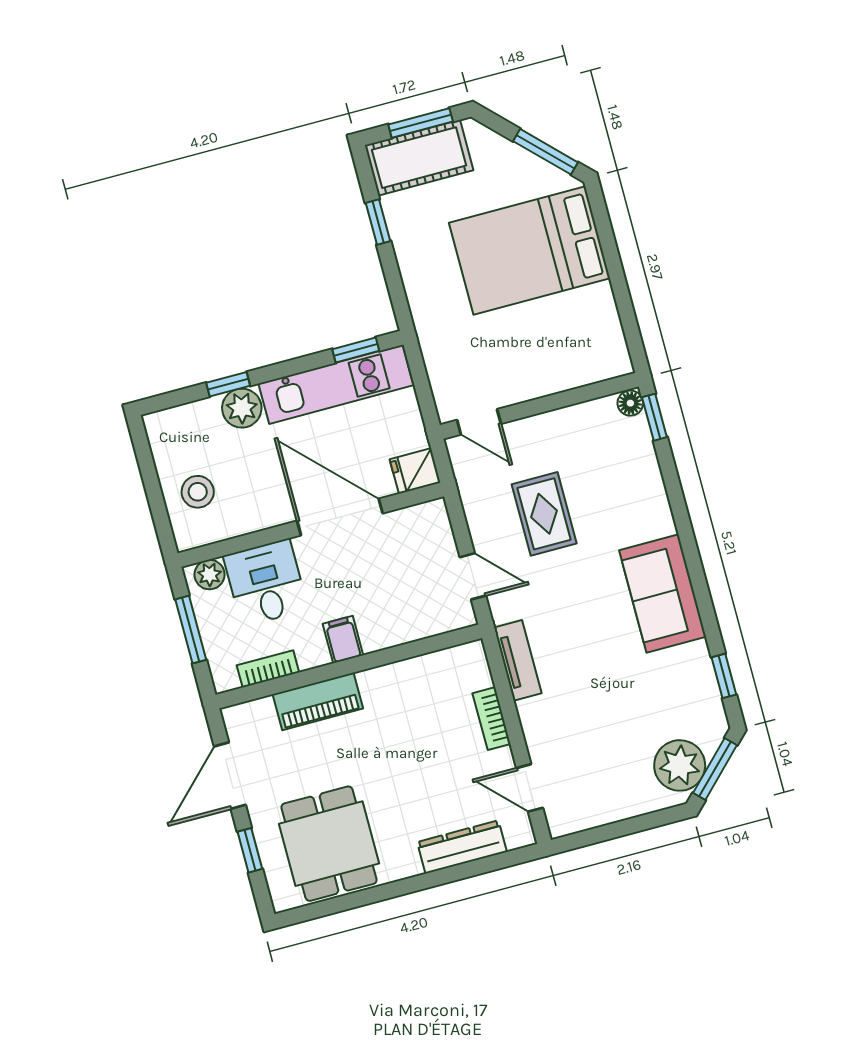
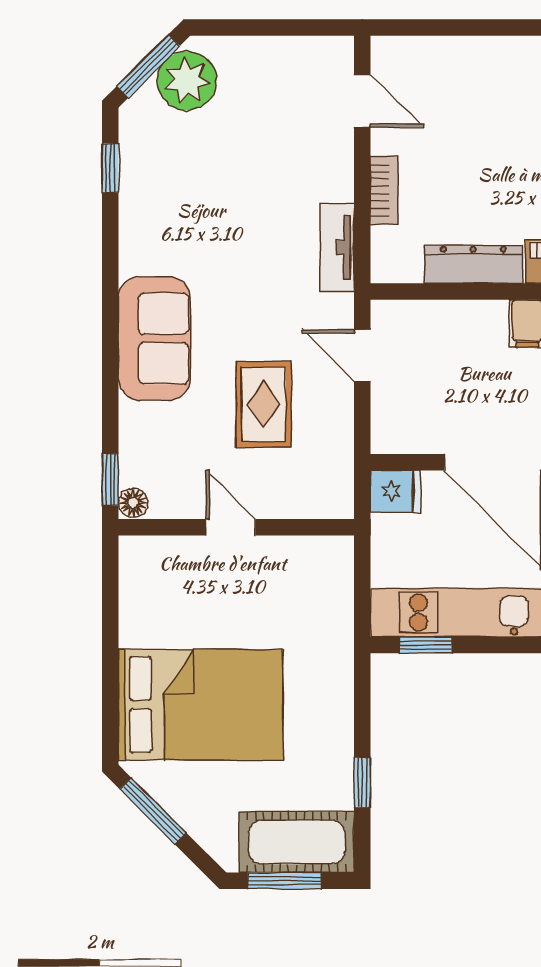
door: (479, 422) -> (231, 527), moved
sofa: (663, 594) -> (154, 338), moved
dresser: (462, 847) -> (473, 264), moved, turned 180

